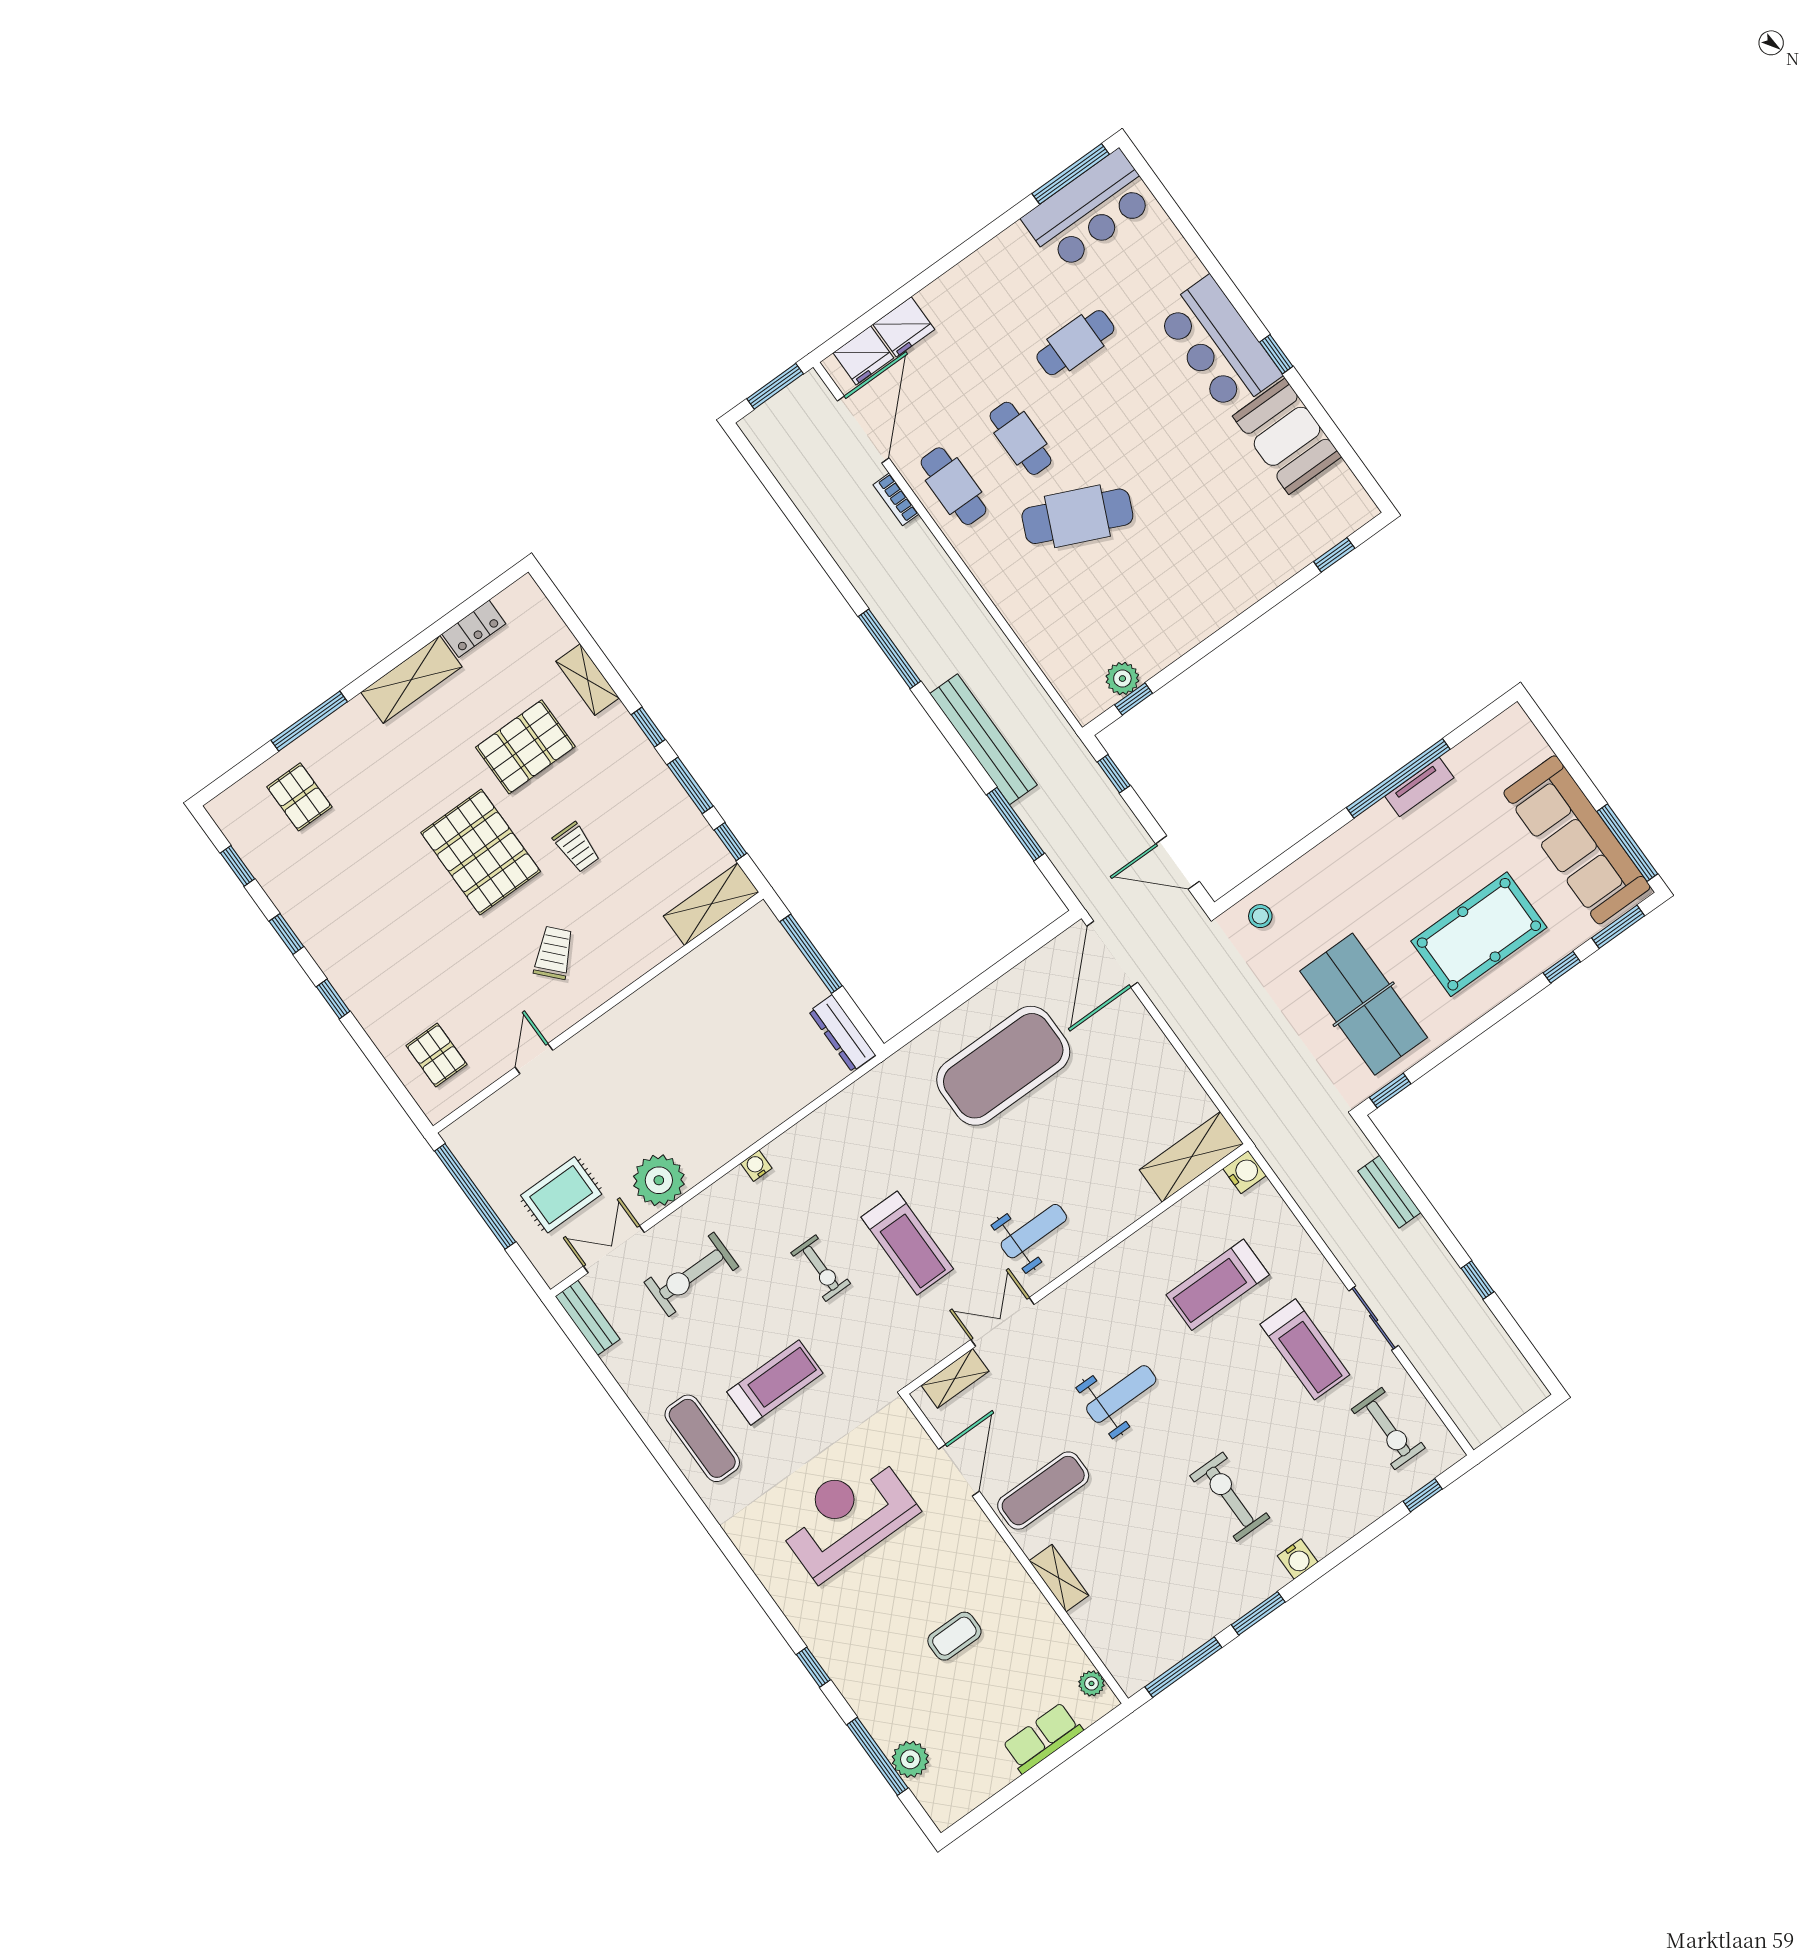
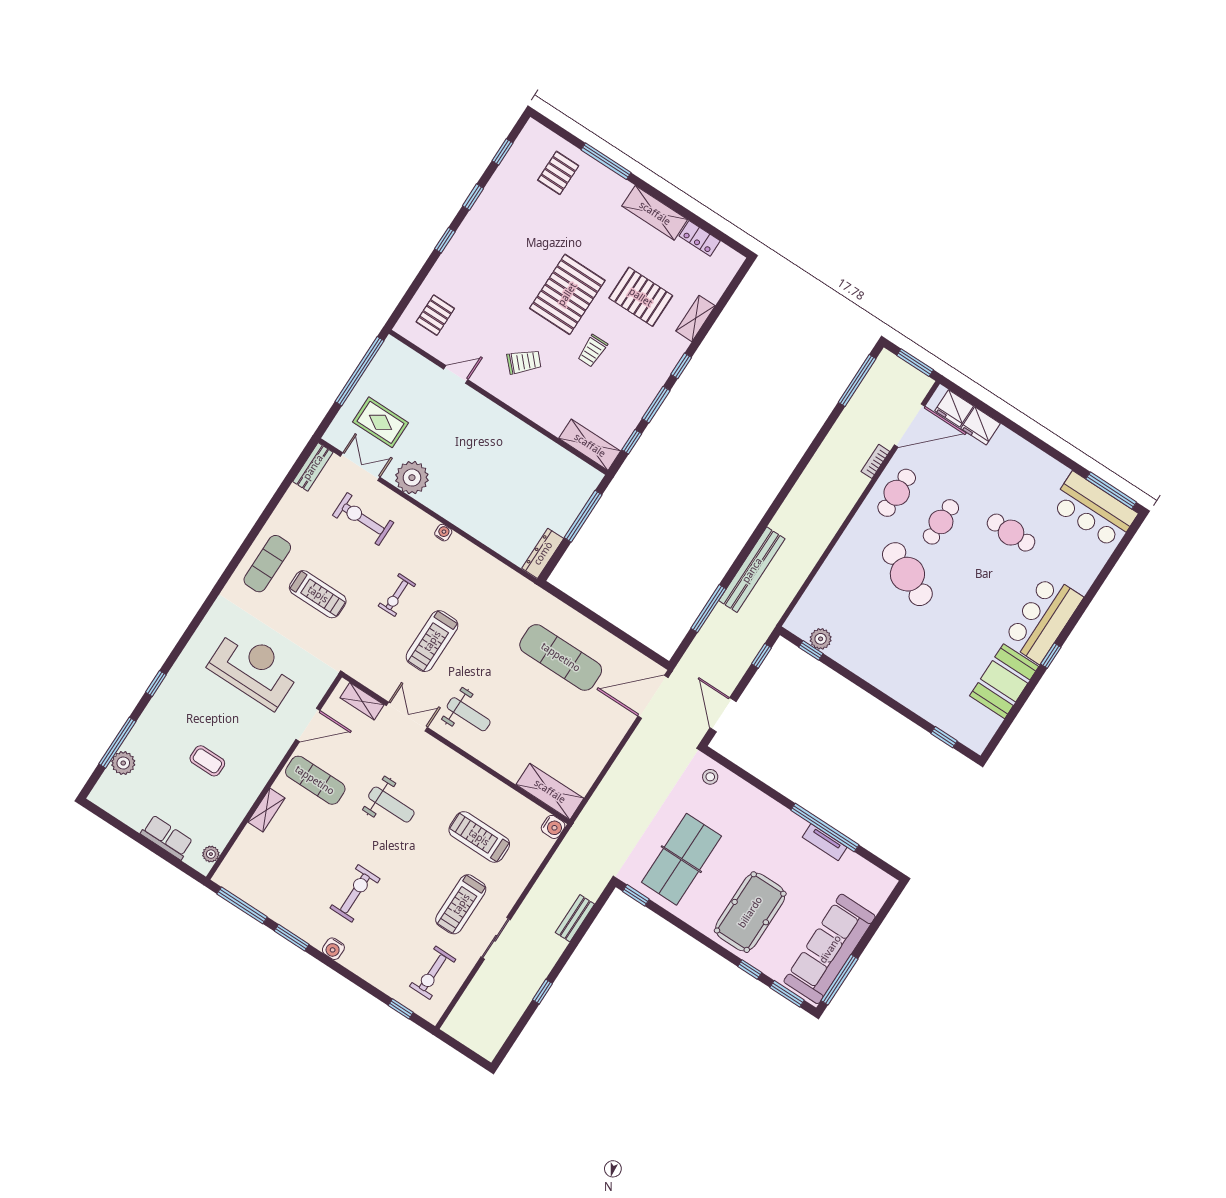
window: (890, 649) -> (857, 381), moved
pool table: (1479, 934) -> (750, 912), turned 90
exercise mat: (1003, 1066) -> (561, 657), width x0.68

